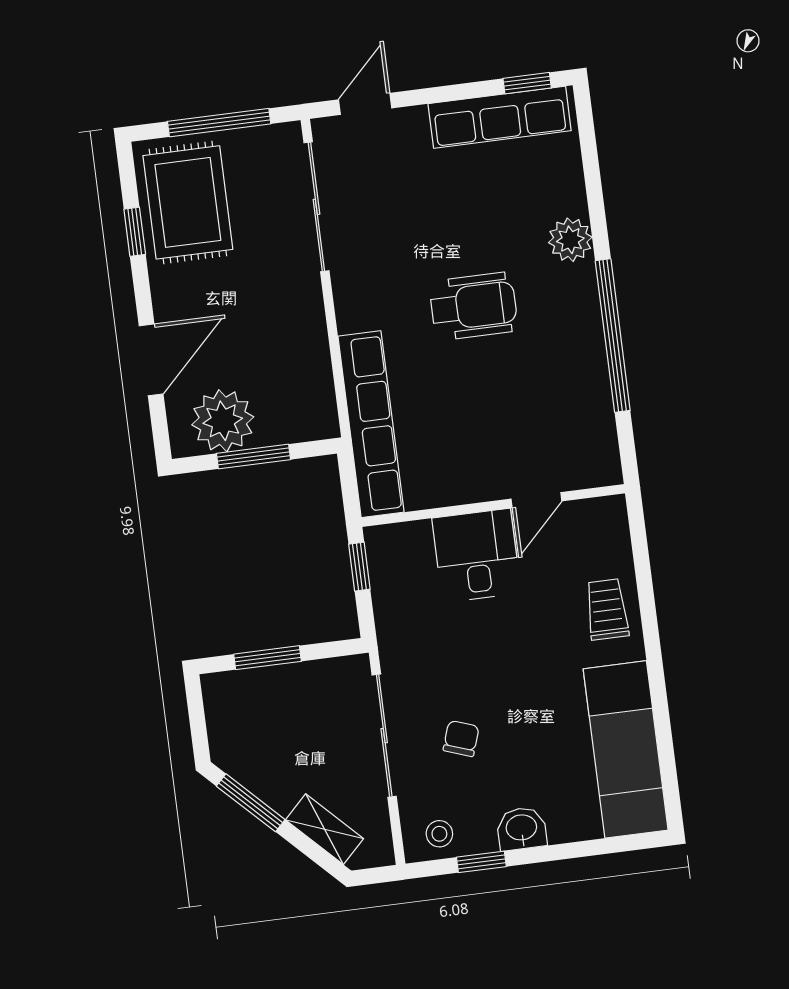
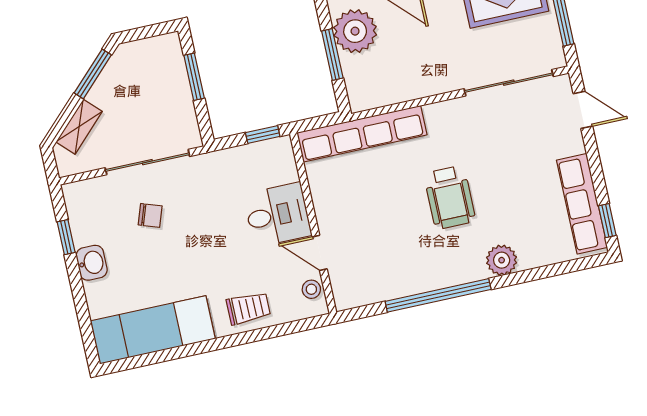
stool: (439, 834) -> (311, 289), moved

